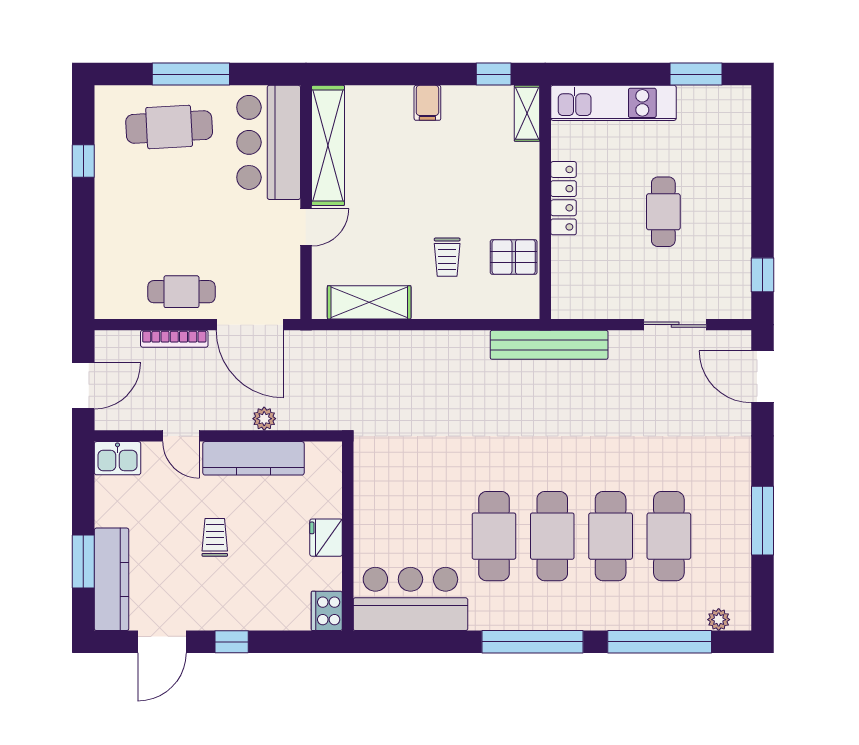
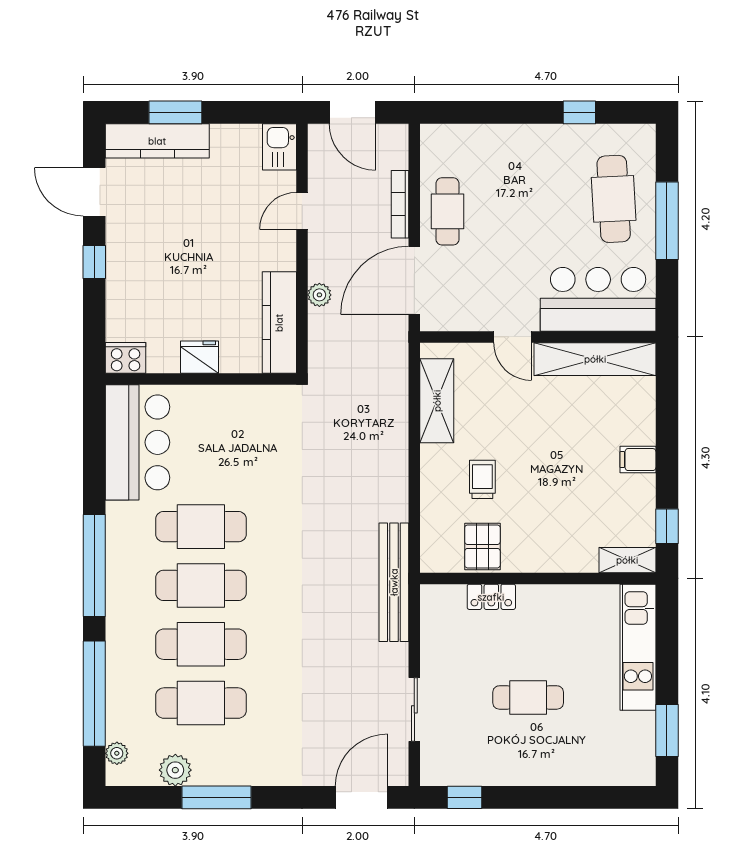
locker: (564, 198) -> (491, 597), moved, width x0.66
trolley: (447, 257) -> (482, 479), turned 90
kitchen counter: (254, 458) -> (279, 323), moved
trolley: (215, 537) -> (200, 245), removed
plant: (735, 562) -> (175, 770), added

